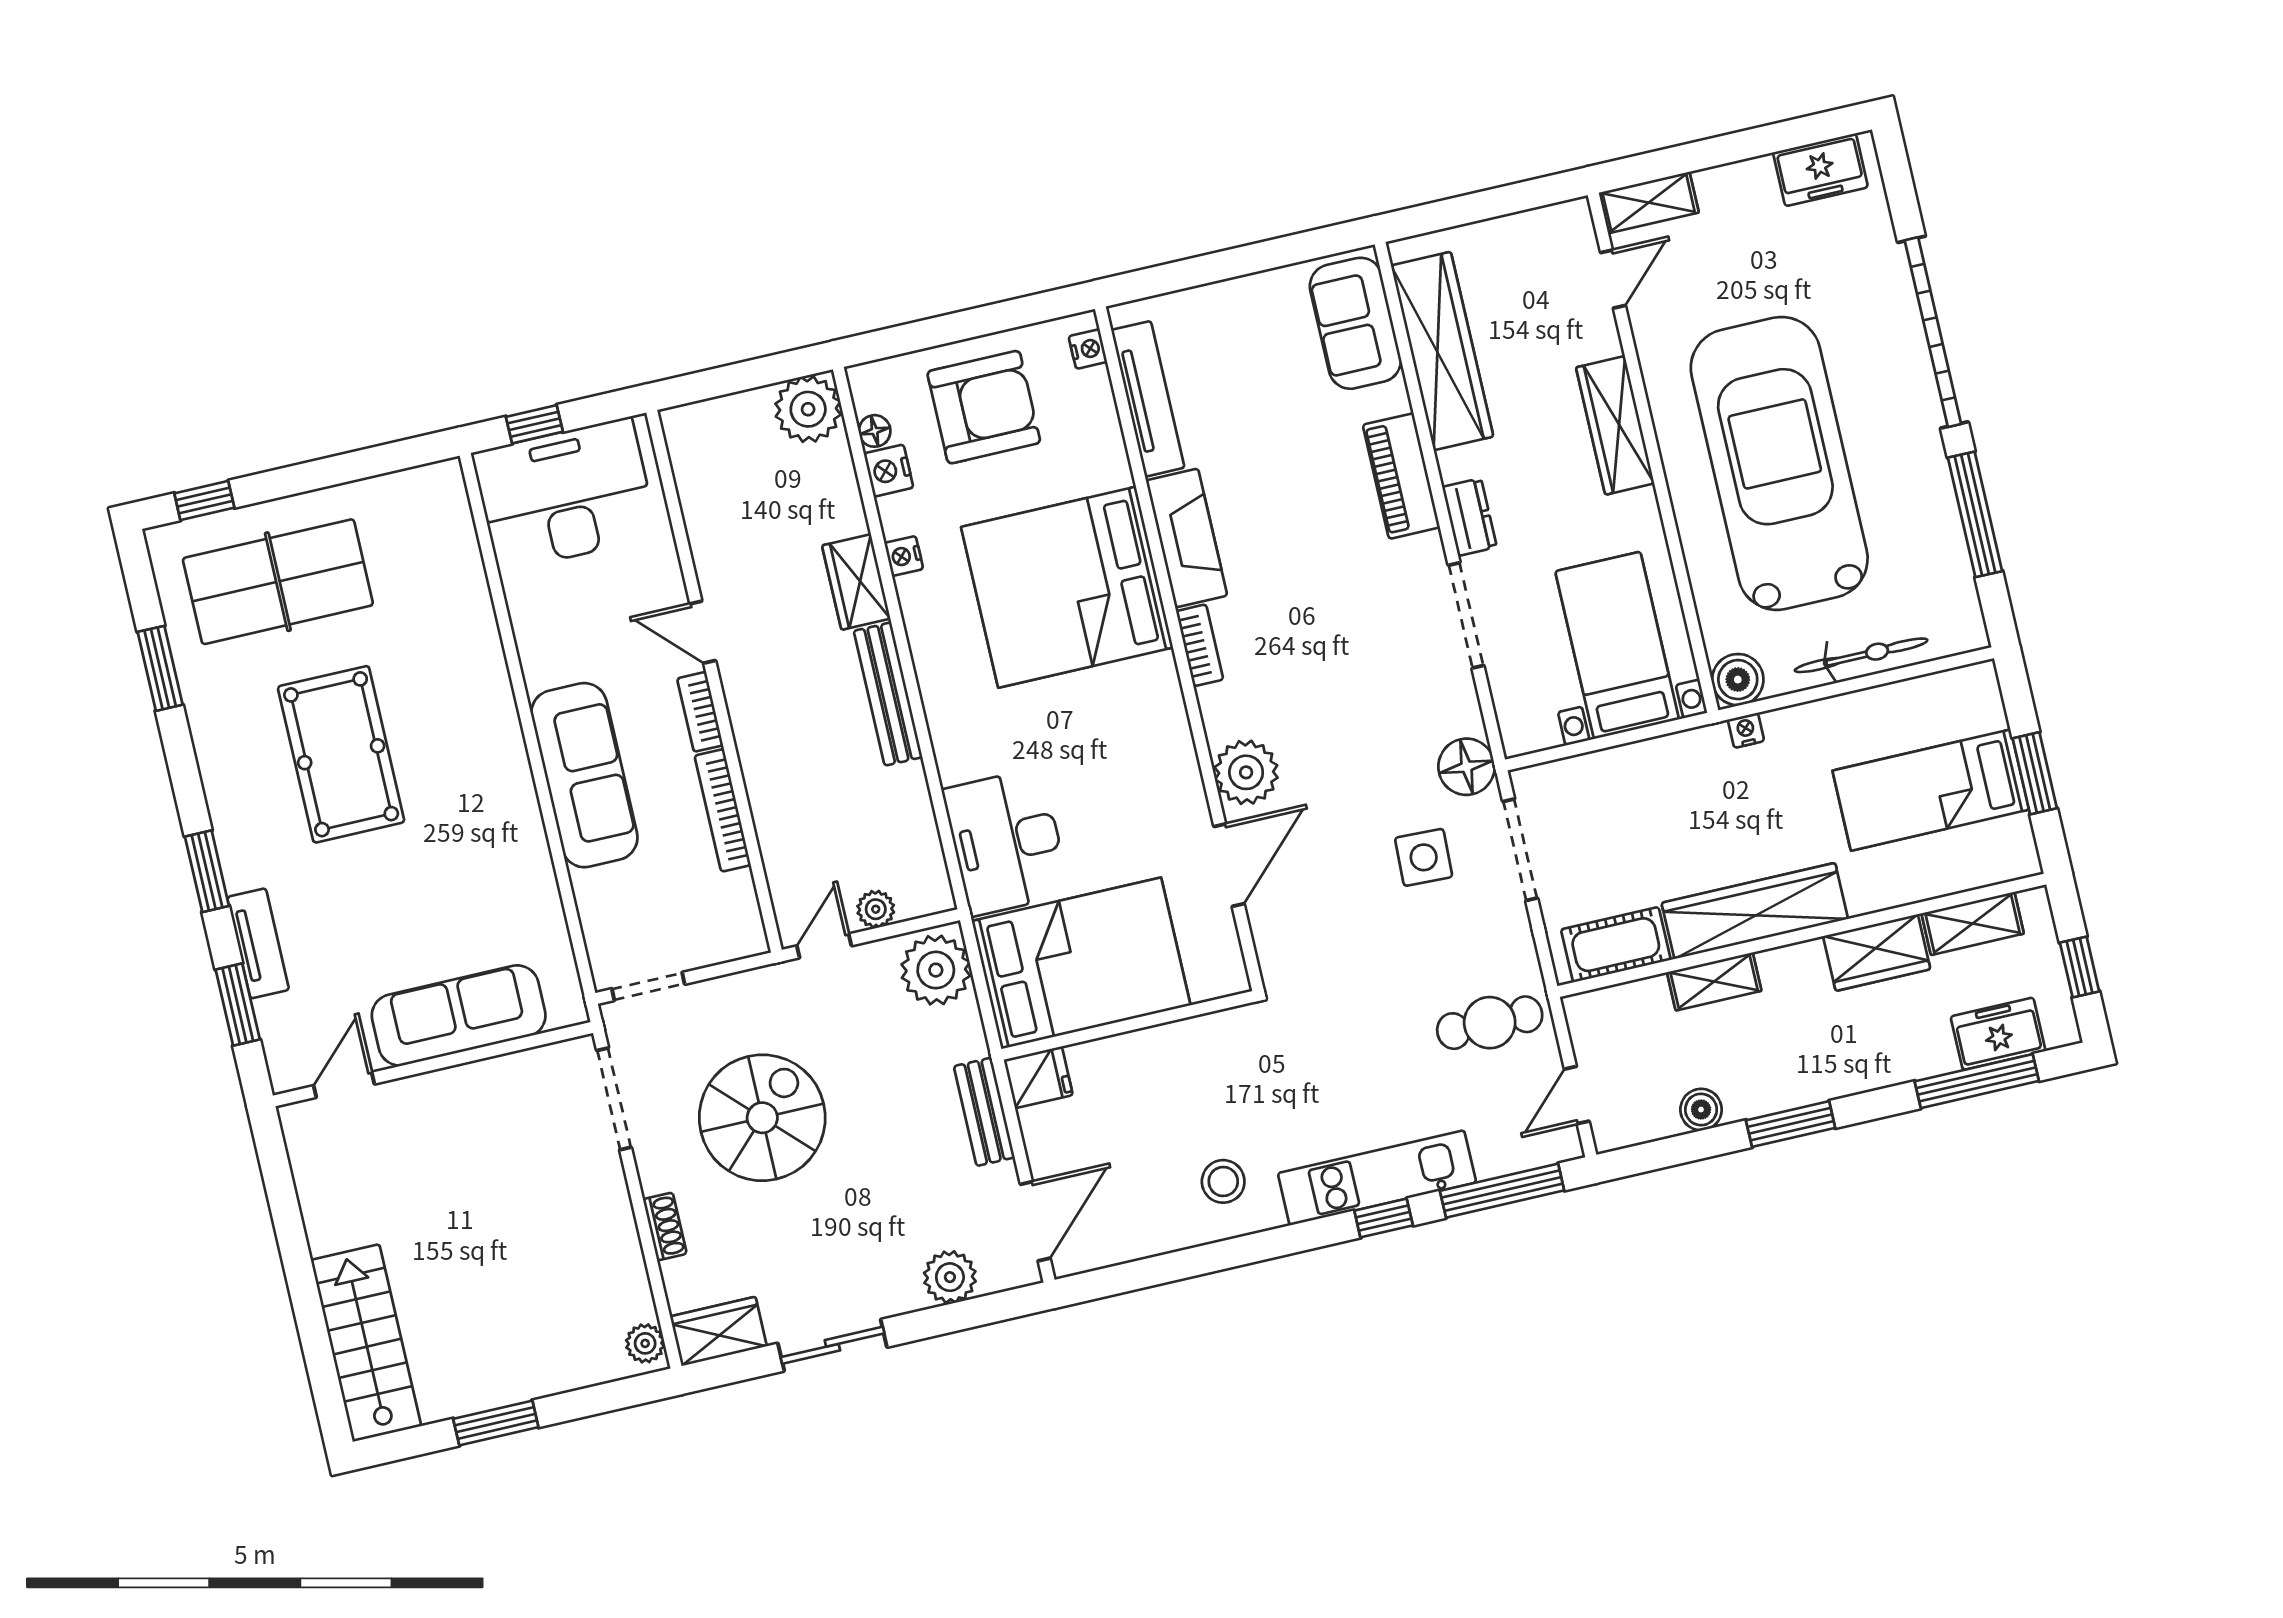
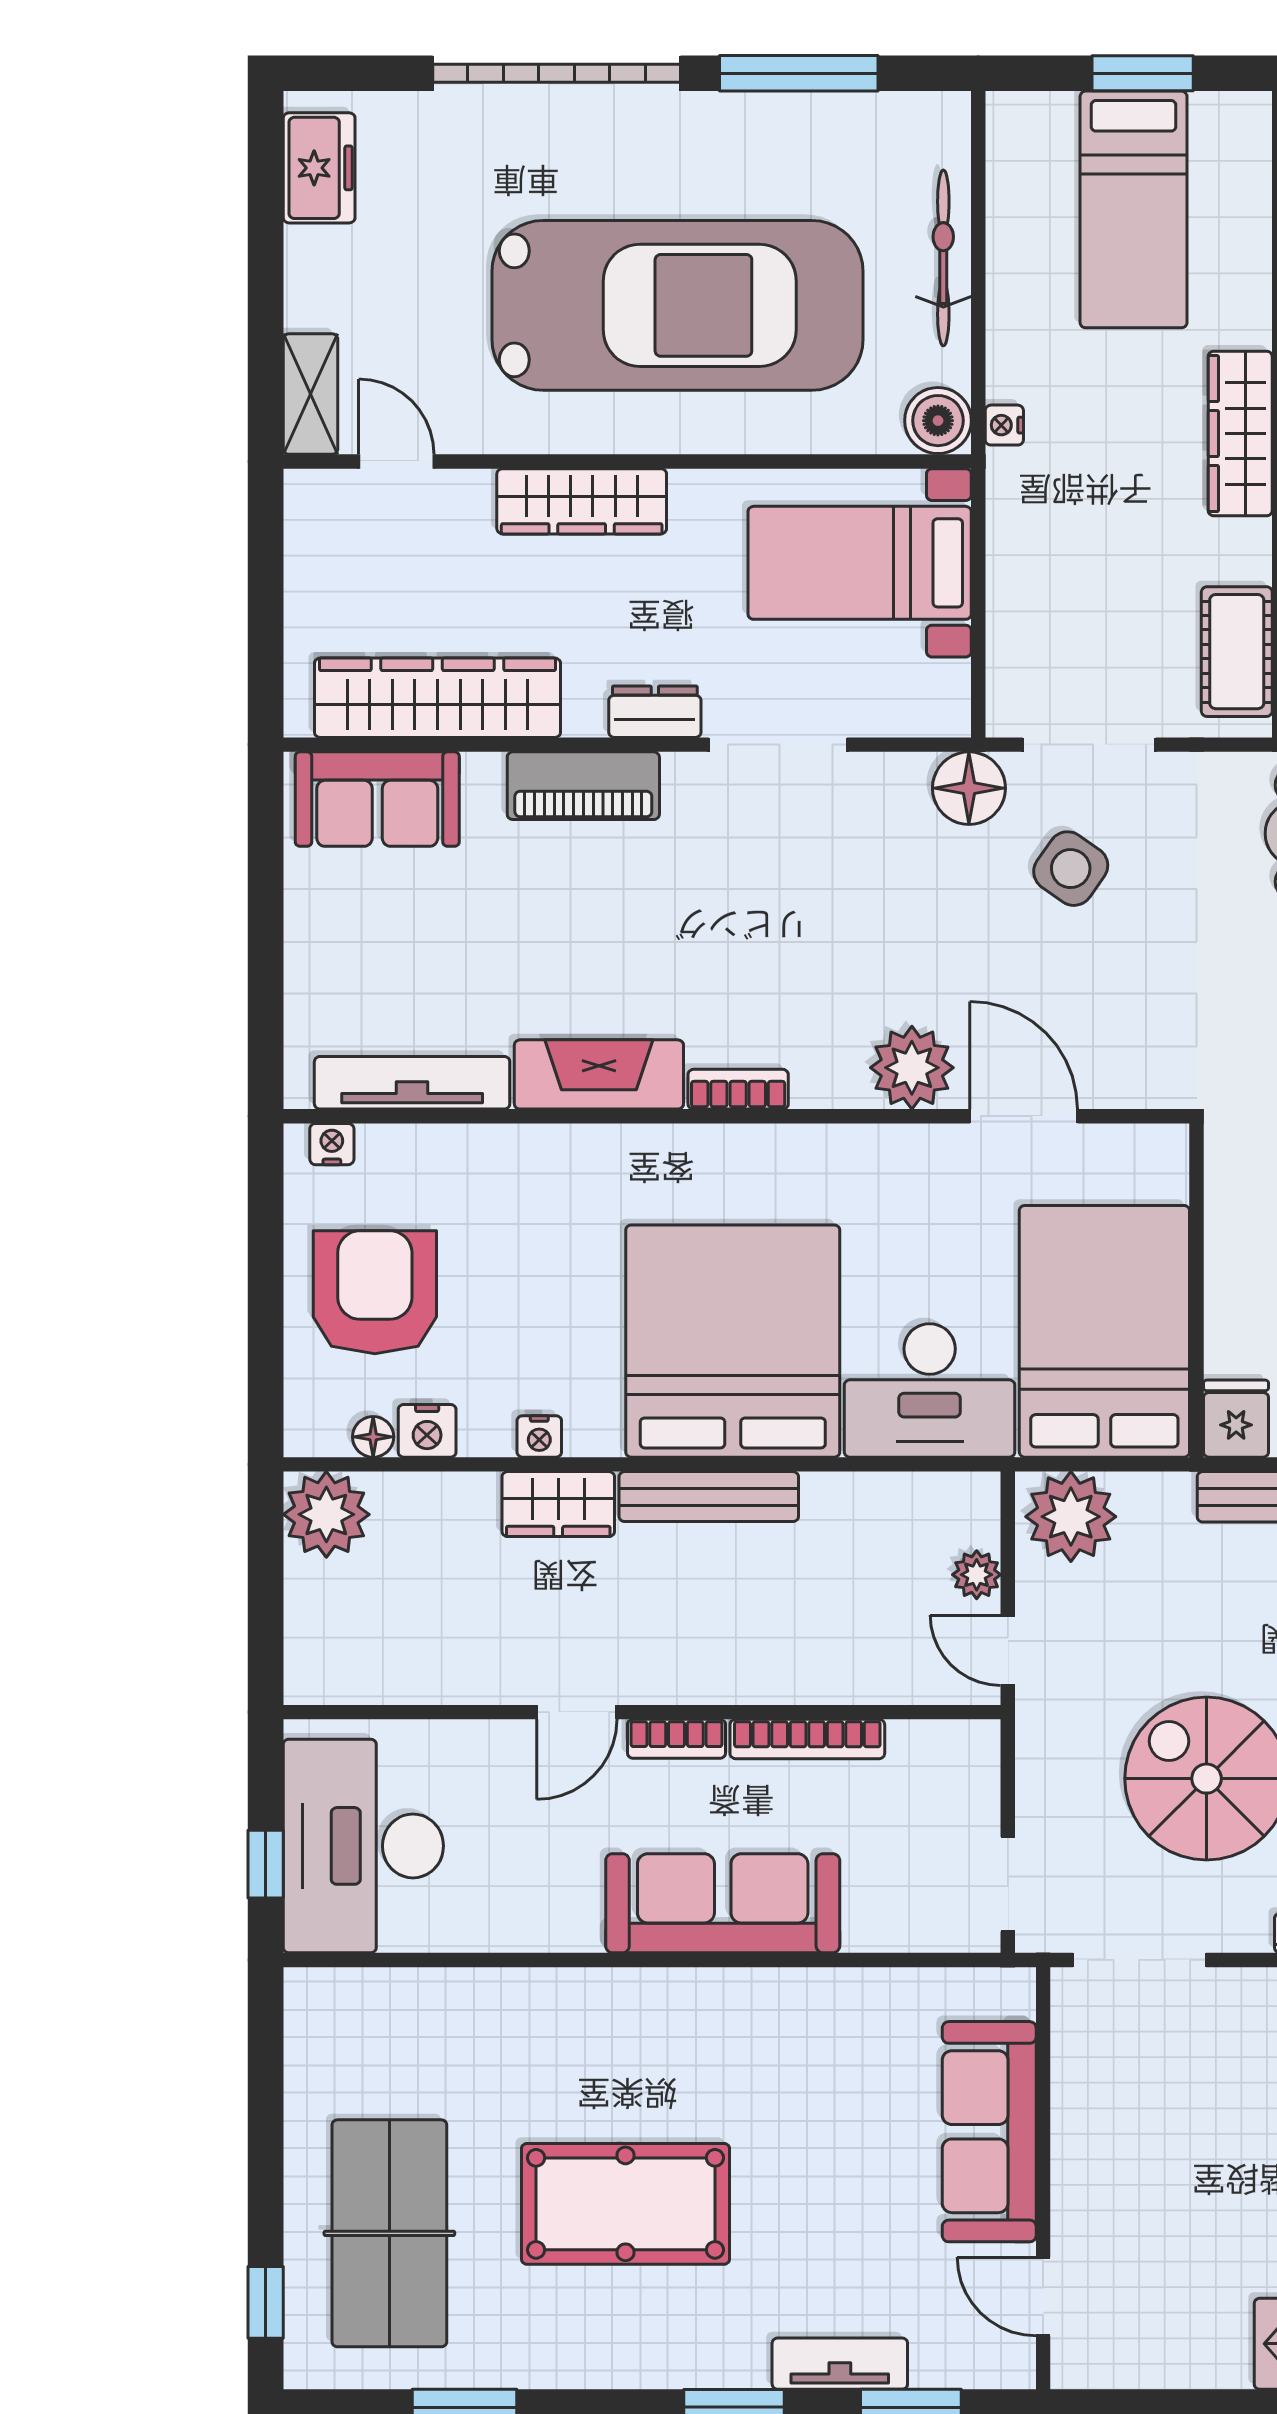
car: (1779, 463) -> (677, 305), turned 180
bed: (1067, 587) -> (733, 1341), moved, turned 180
side table: (1424, 857) -> (1071, 869), turned 33
wardrobe: (1755, 911) -> (1240, 434), width x0.71, depth x0.85

